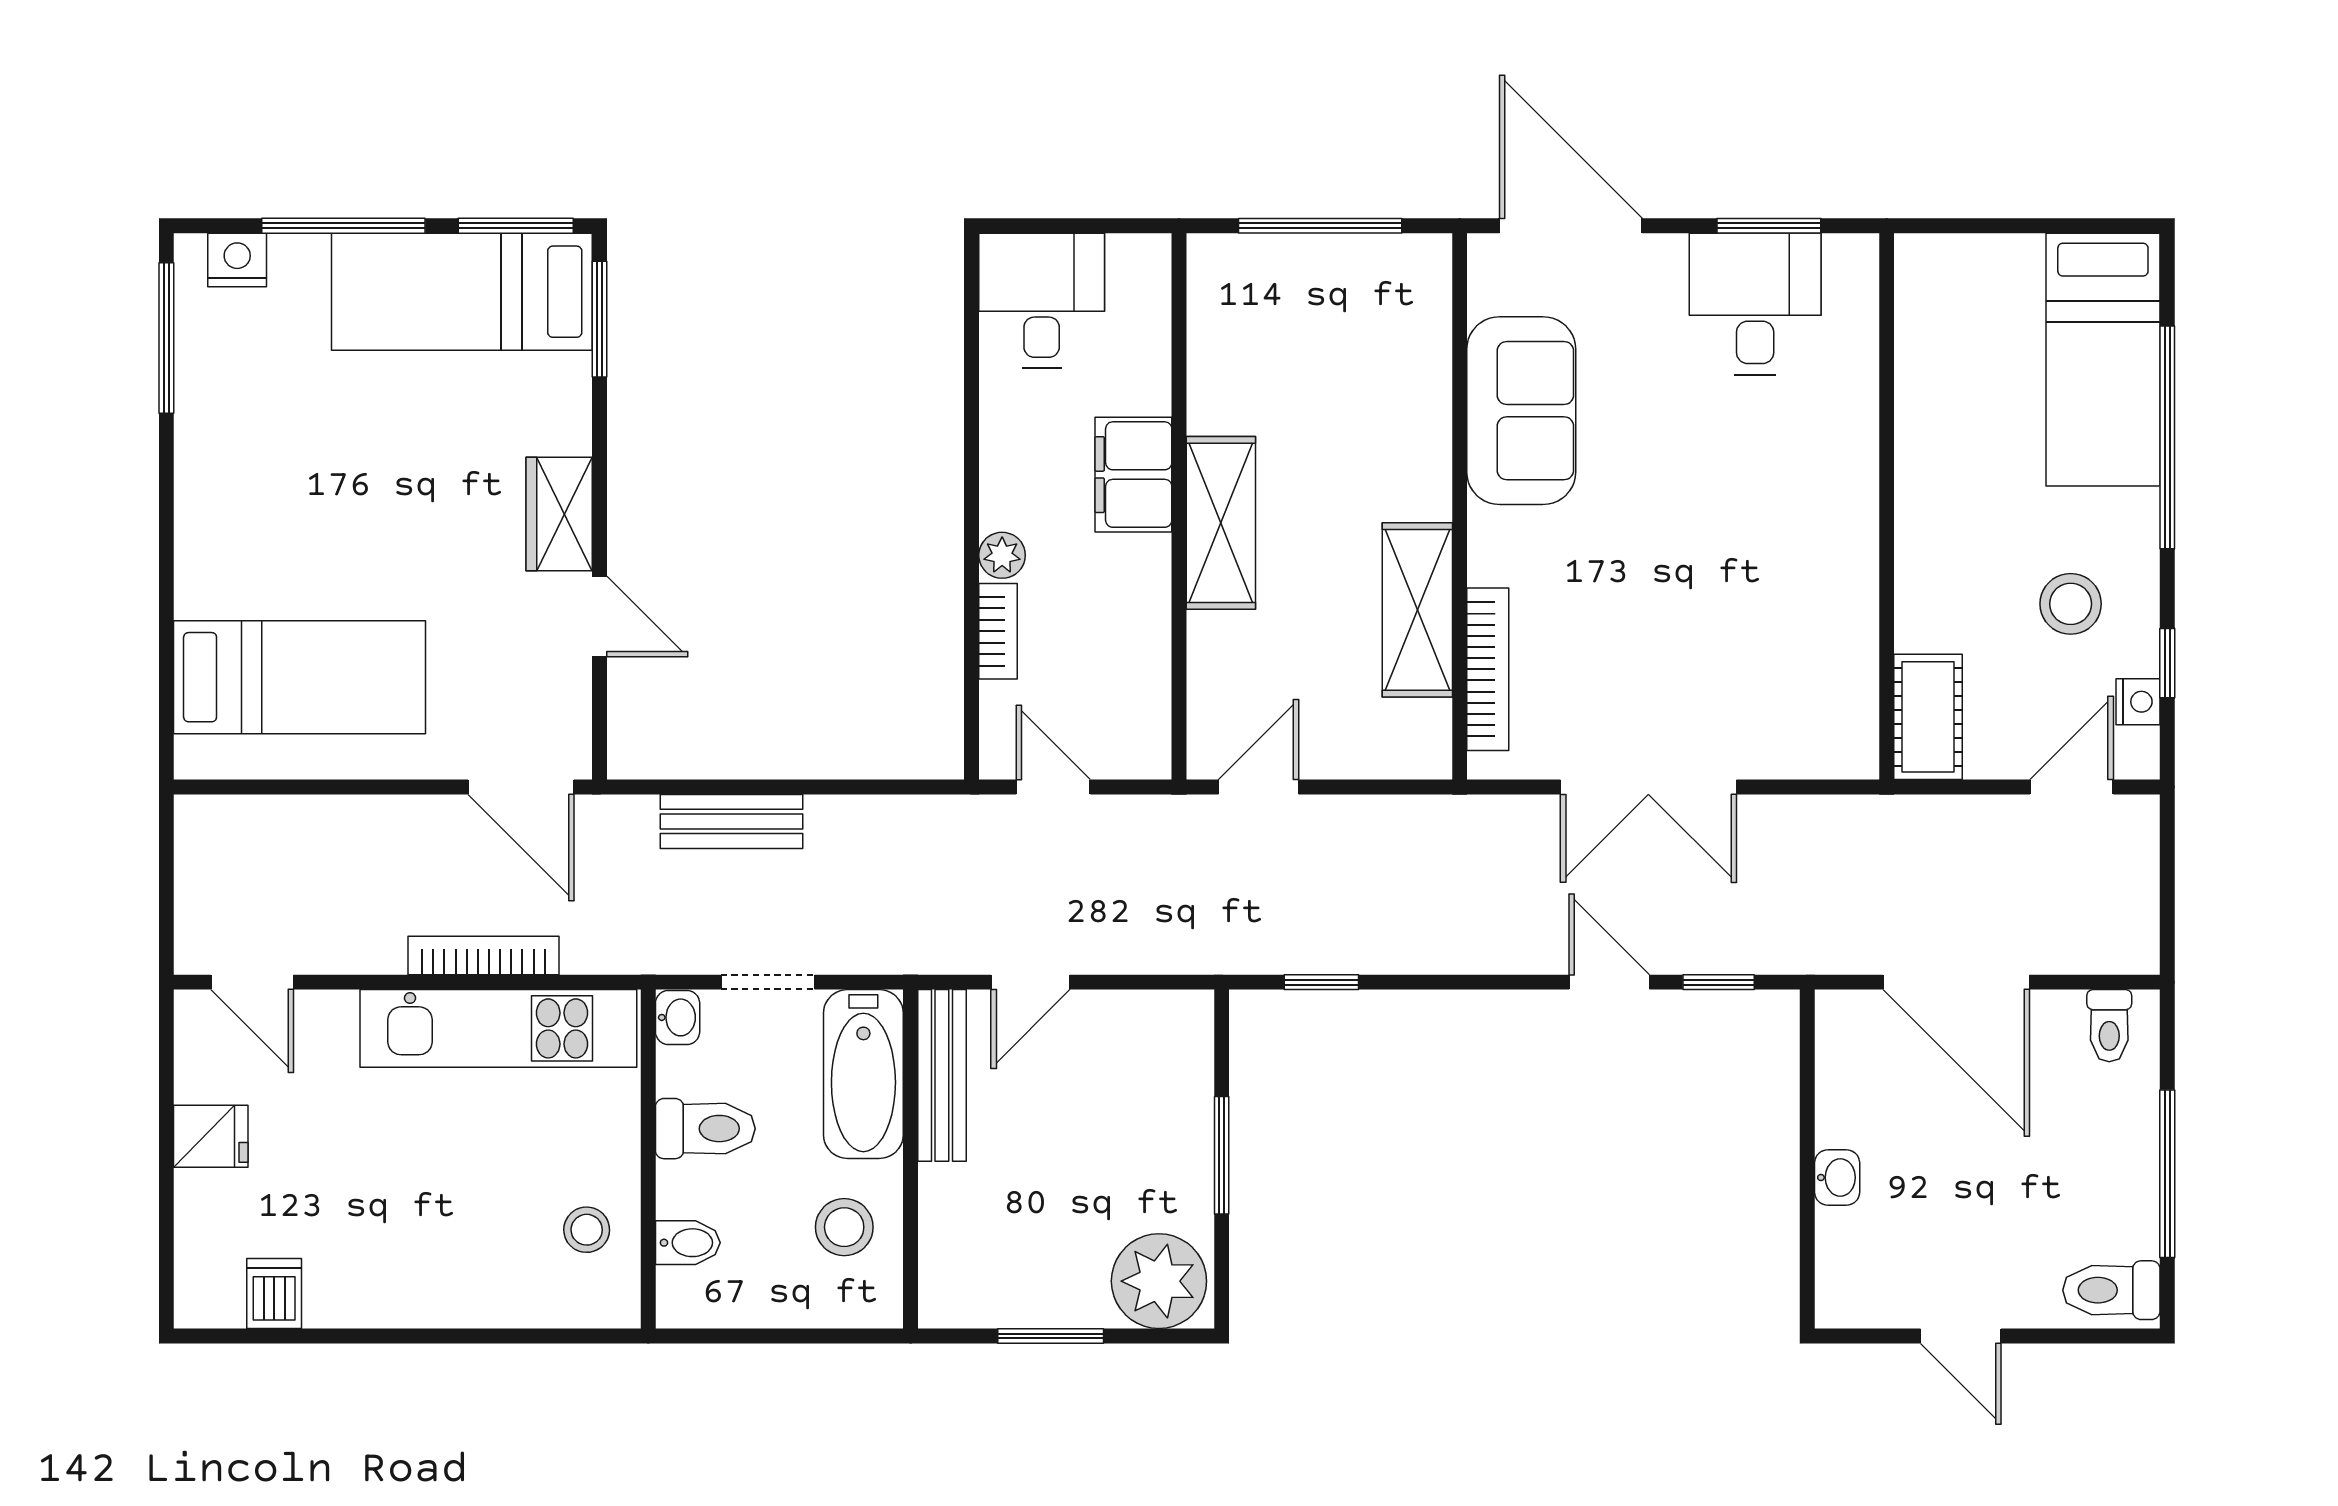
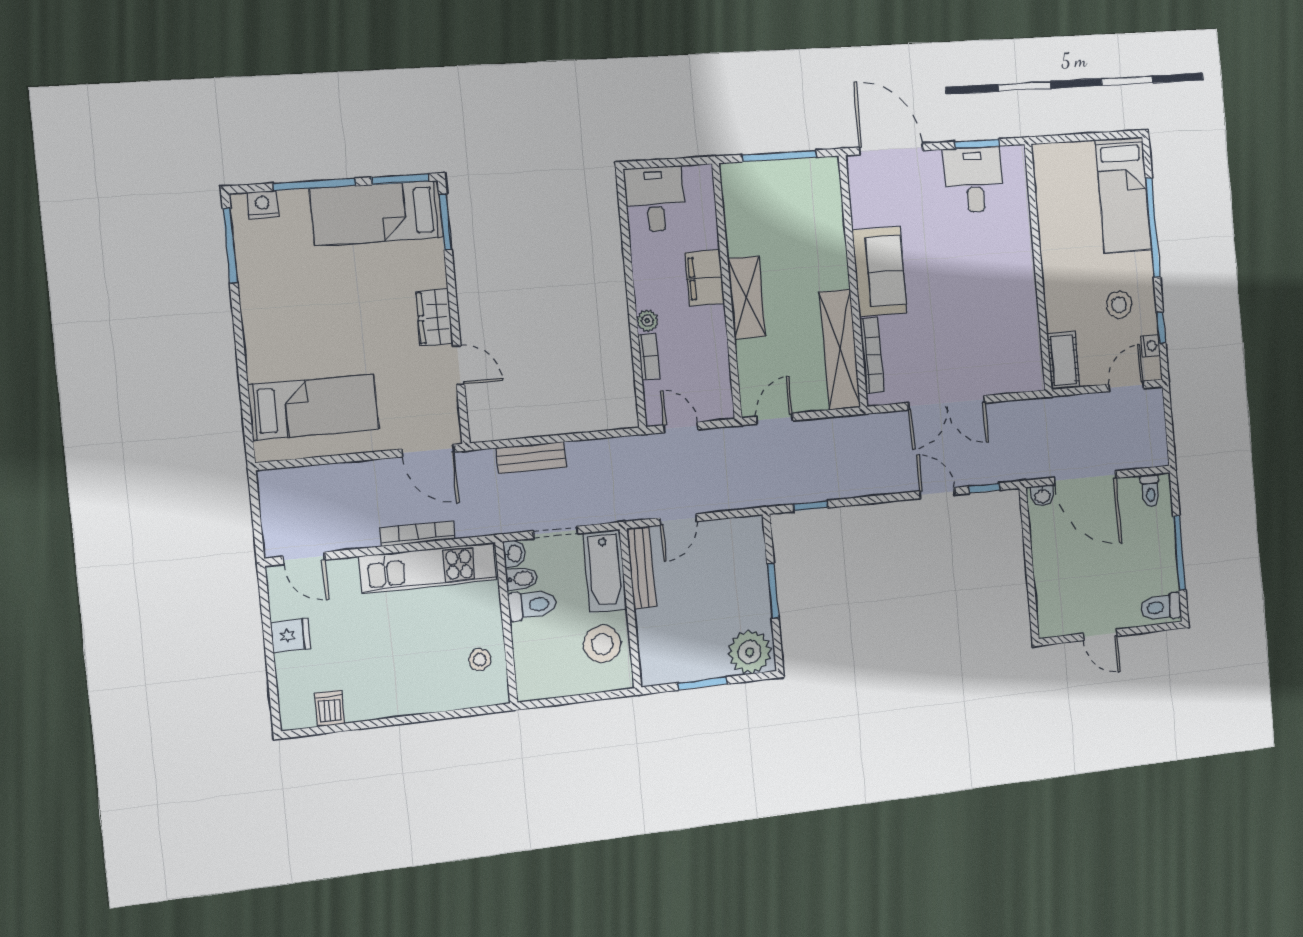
sofa: (1521, 411) -> (880, 271), moved
shelving: (1417, 610) -> (840, 349), width x1.47
washbasin: (1837, 1178) -> (1042, 496), moved, turned 90
stool: (844, 1227) -> (602, 644), width x1.38, depth x1.38
bidet: (688, 1243) -> (521, 579), moved

